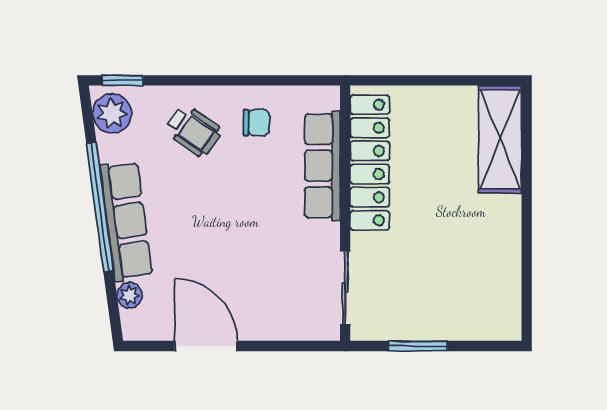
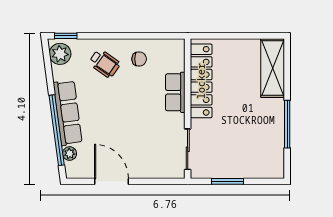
row of seats: (322, 166) -> (175, 92), width x0.68
window: (100, 207) -> (57, 130), moved
window: (527, 242) -> (287, 124), added

